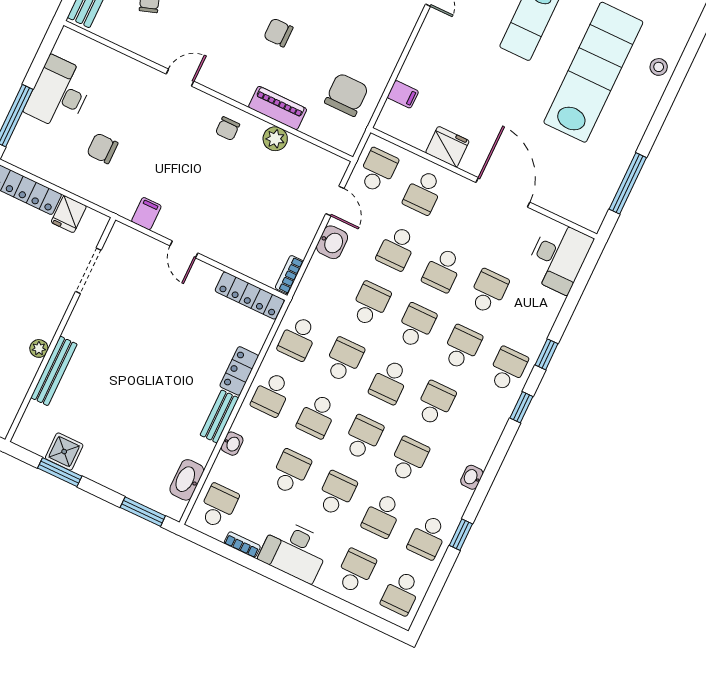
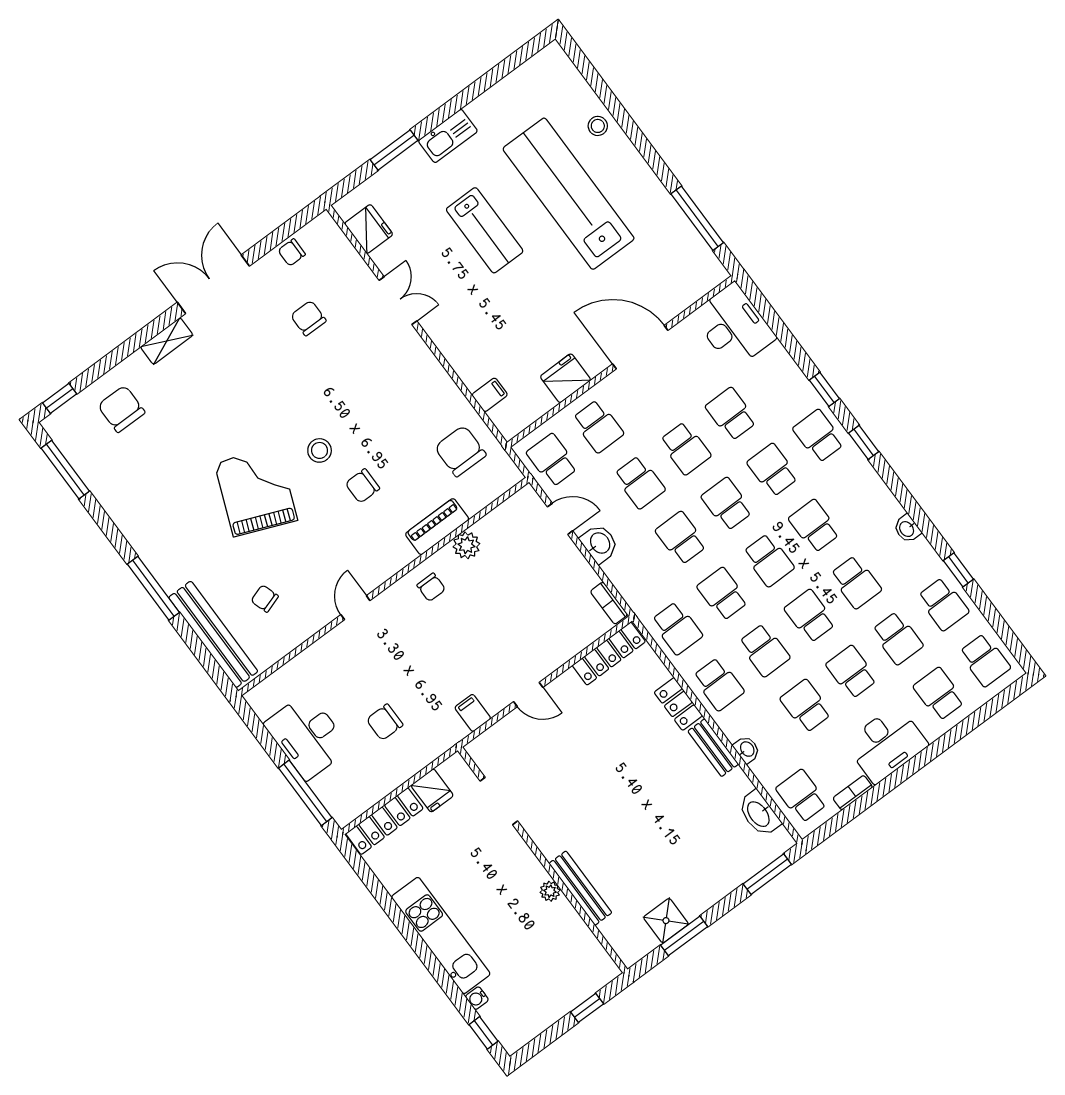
school desk: (409, 459) -> (856, 582), turned 180

